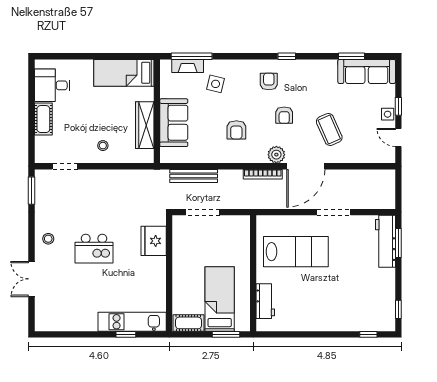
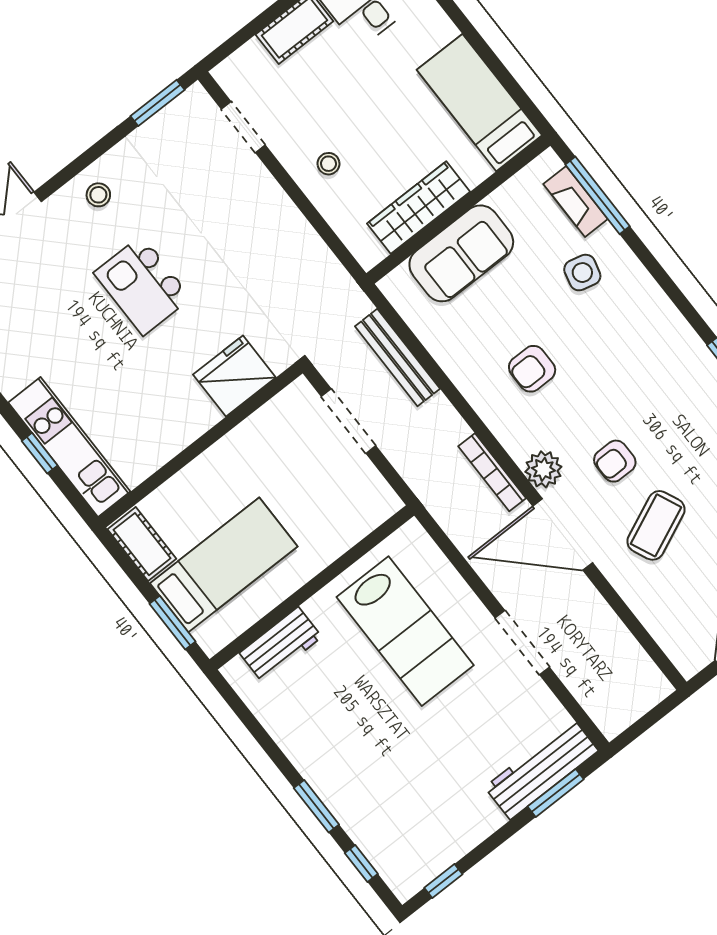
armchair: (269, 81) -> (657, 359), removed
armchair: (284, 115) -> (615, 461), moved
window: (335, 334) -> (316, 806), added

